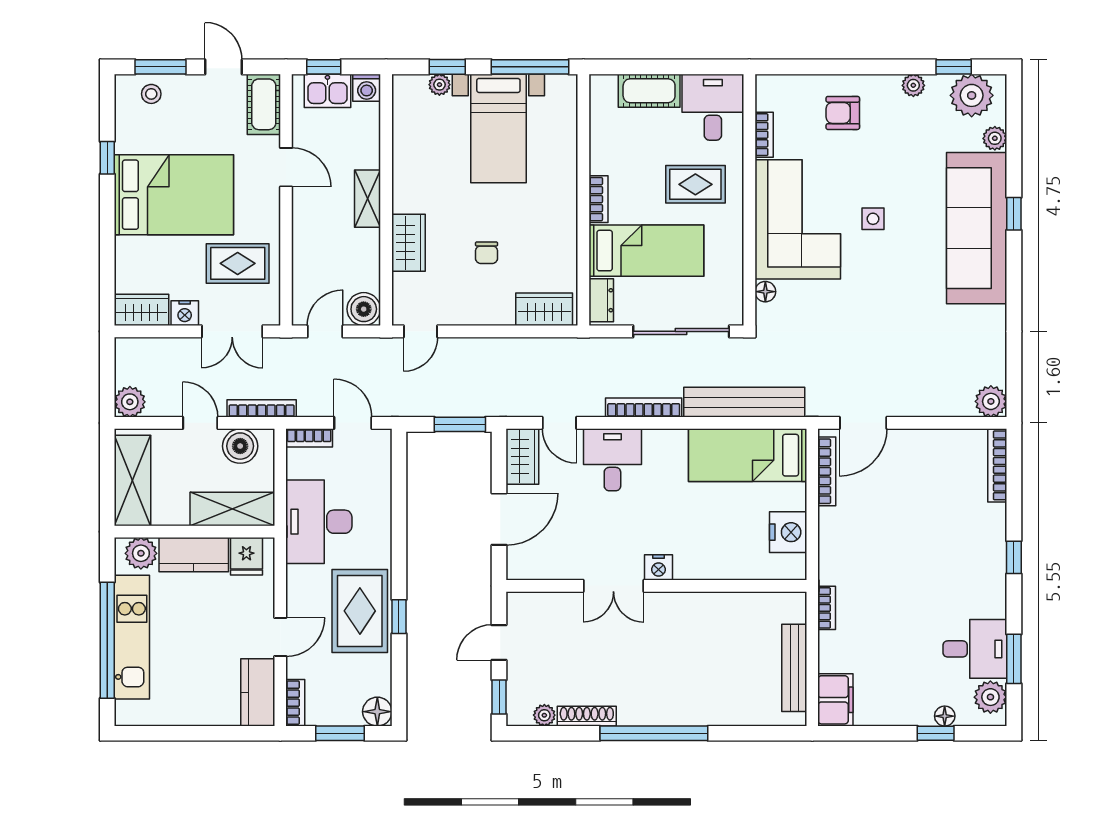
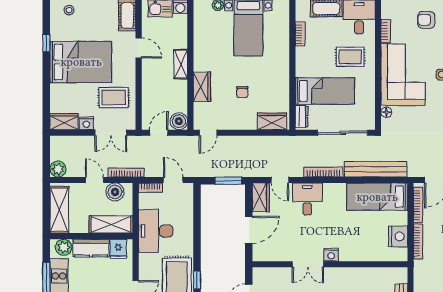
bookcase: (599, 199) -> (300, 34), moved
bookcase: (827, 608) -> (418, 242), moved, width x1.56

